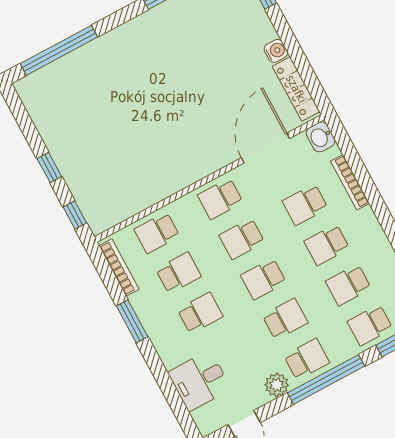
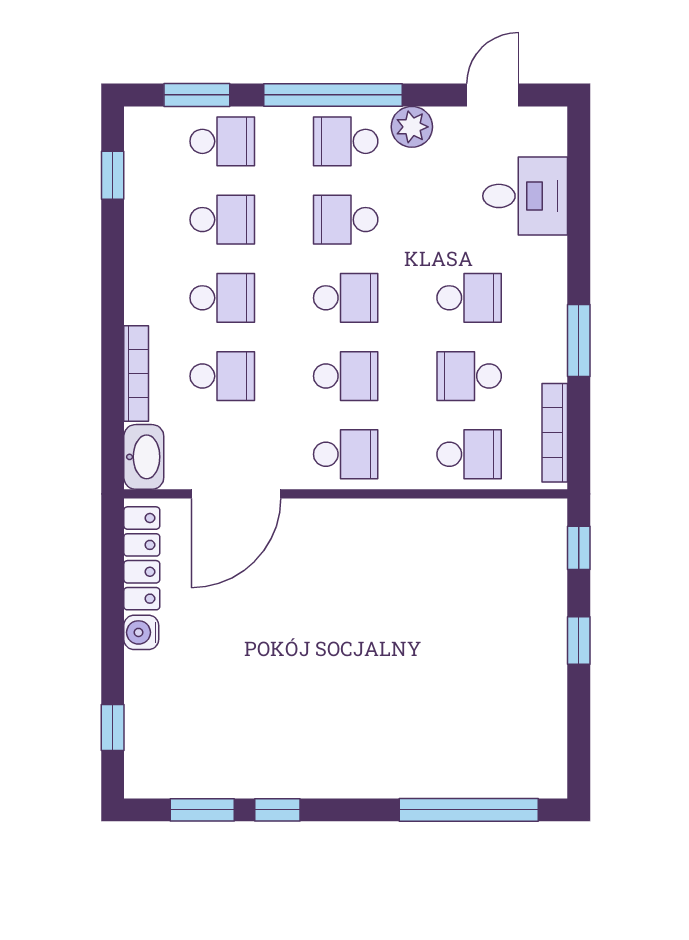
washbasin: (321, 137) -> (144, 457), width x1.38
school desk: (200, 313) -> (469, 298), turned 180

